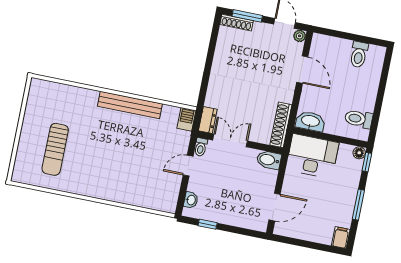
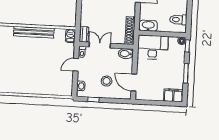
stool: (232, 198) -> (107, 81), added
door: (275, 207) -> (134, 83), swing flipped
filing cabinet: (341, 238) -> (173, 95), width x2.00

